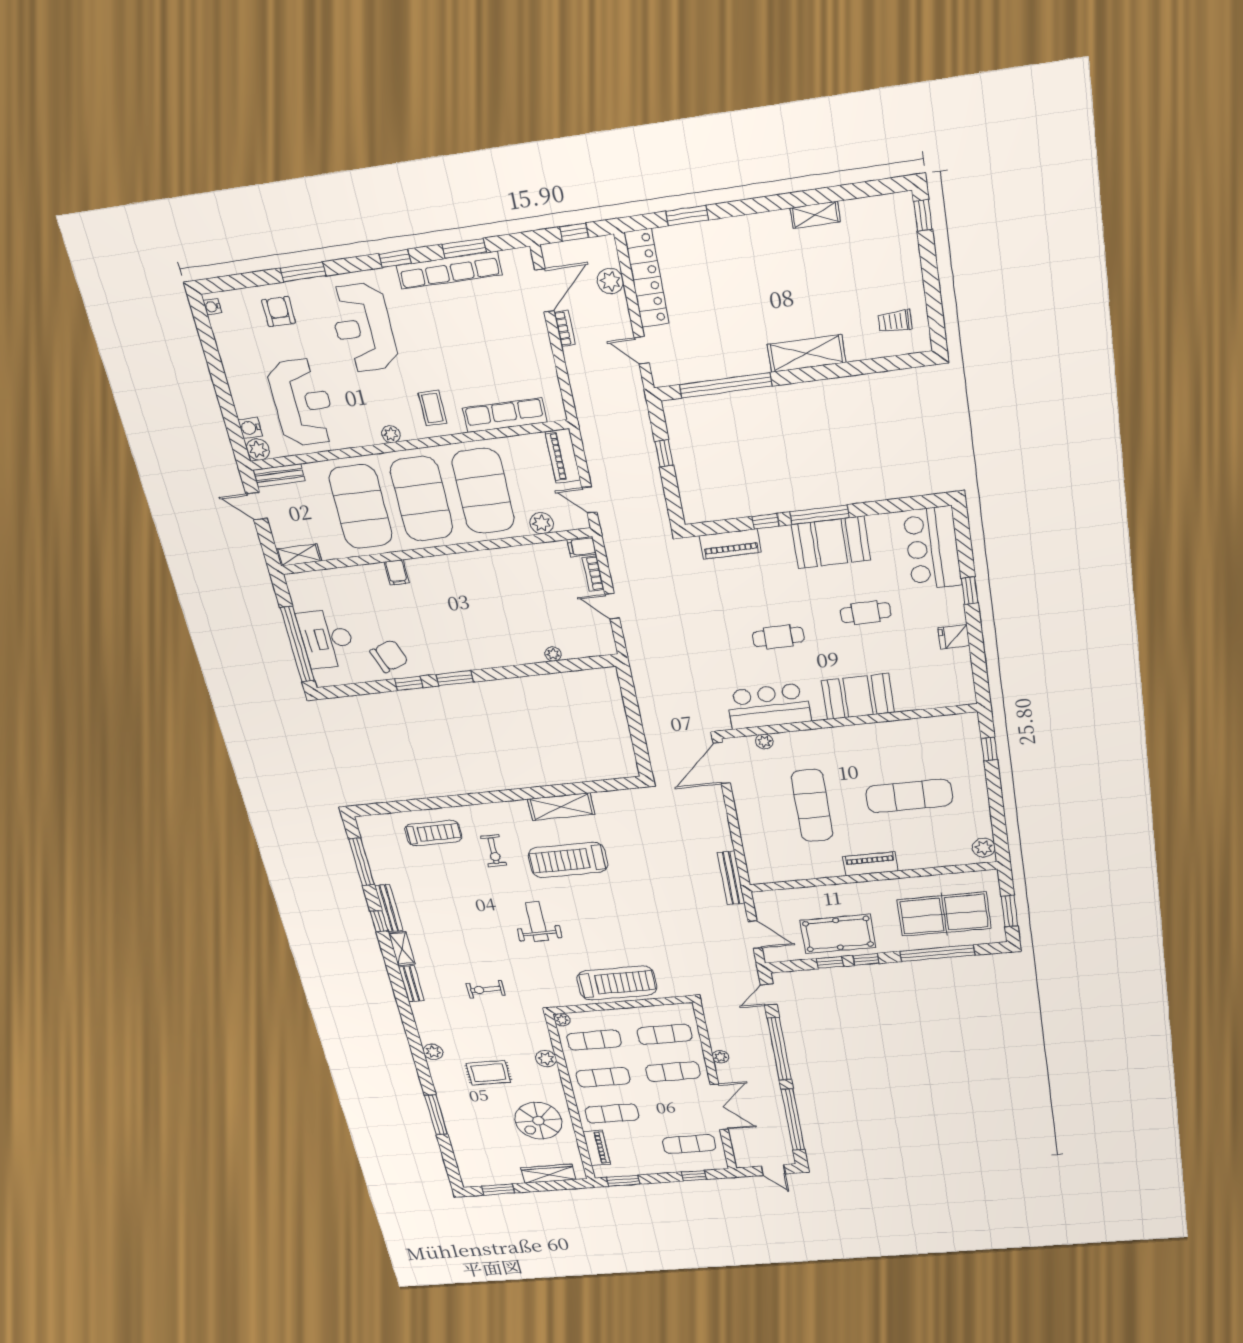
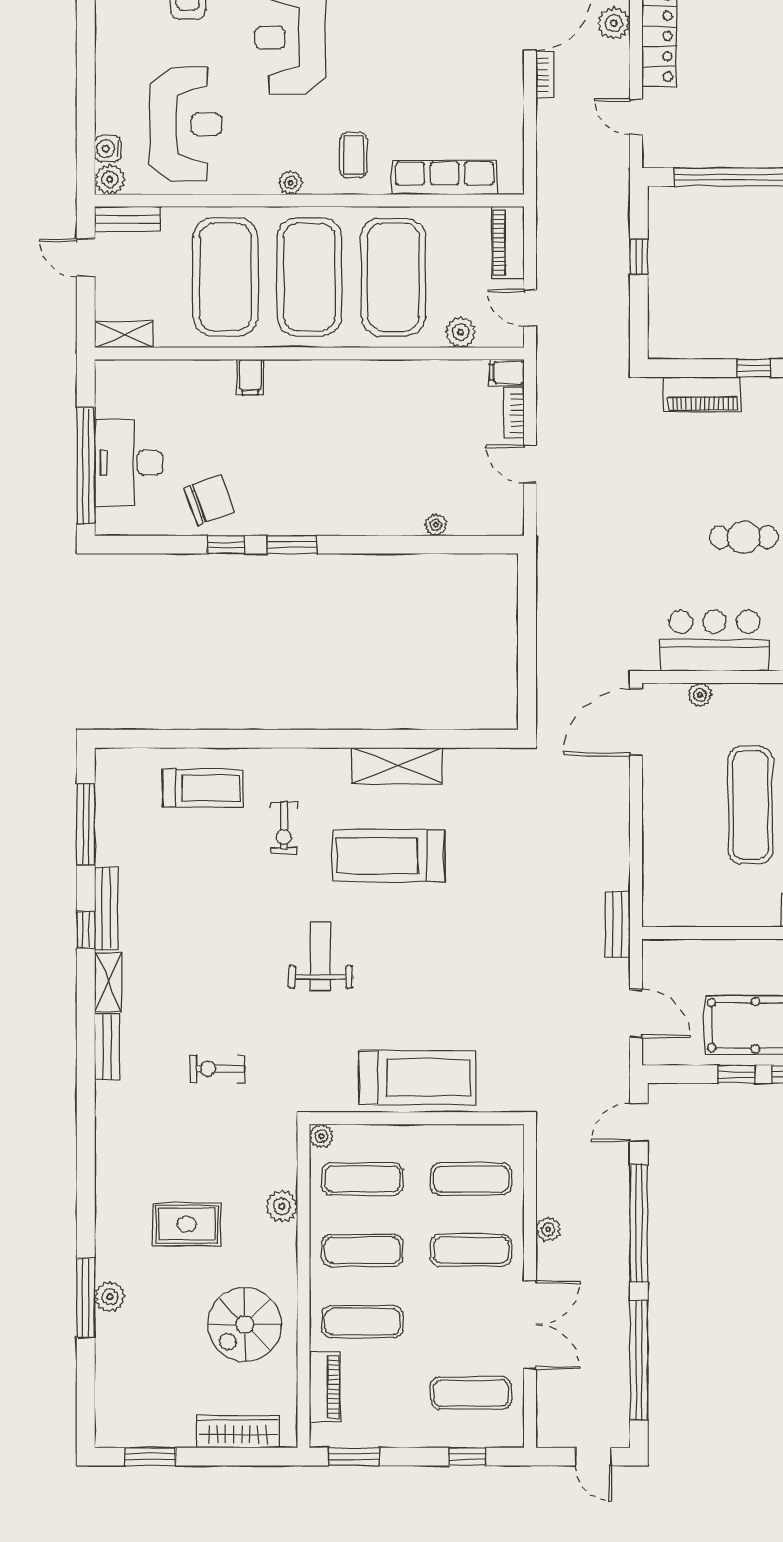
bench: (731, 878) -> (617, 924), width x0.73
plant: (433, 1052) -> (110, 1297), moved

